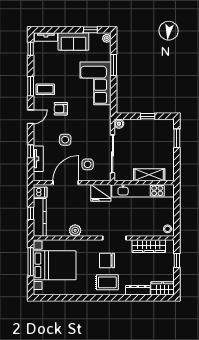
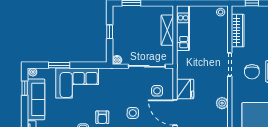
sofa: (73, 41) -> (36, 99), width x1.36
kitchen unit: (143, 191) -> (183, 28), width x0.73
fridge: (101, 193) -> (185, 89), moved

